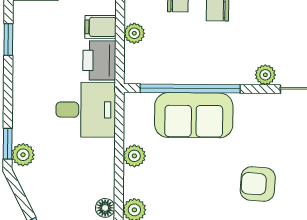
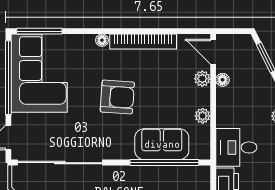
plant: (265, 75) -> (113, 172), removed
armchair: (258, 184) -> (117, 97), width x1.38, depth x1.38

